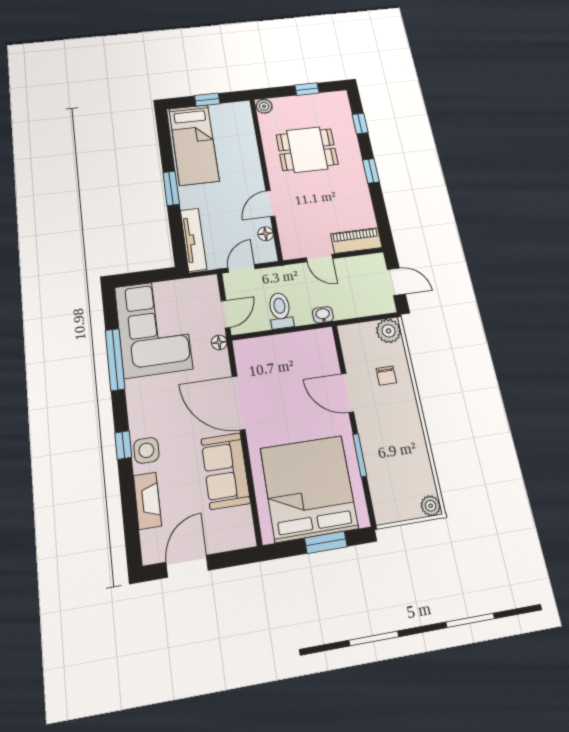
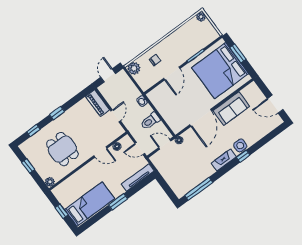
corner sofa: (153, 328) -> (188, 172), removed
window: (115, 359) -> (199, 189), moved
fireplace: (147, 501) -> (224, 160), moved

